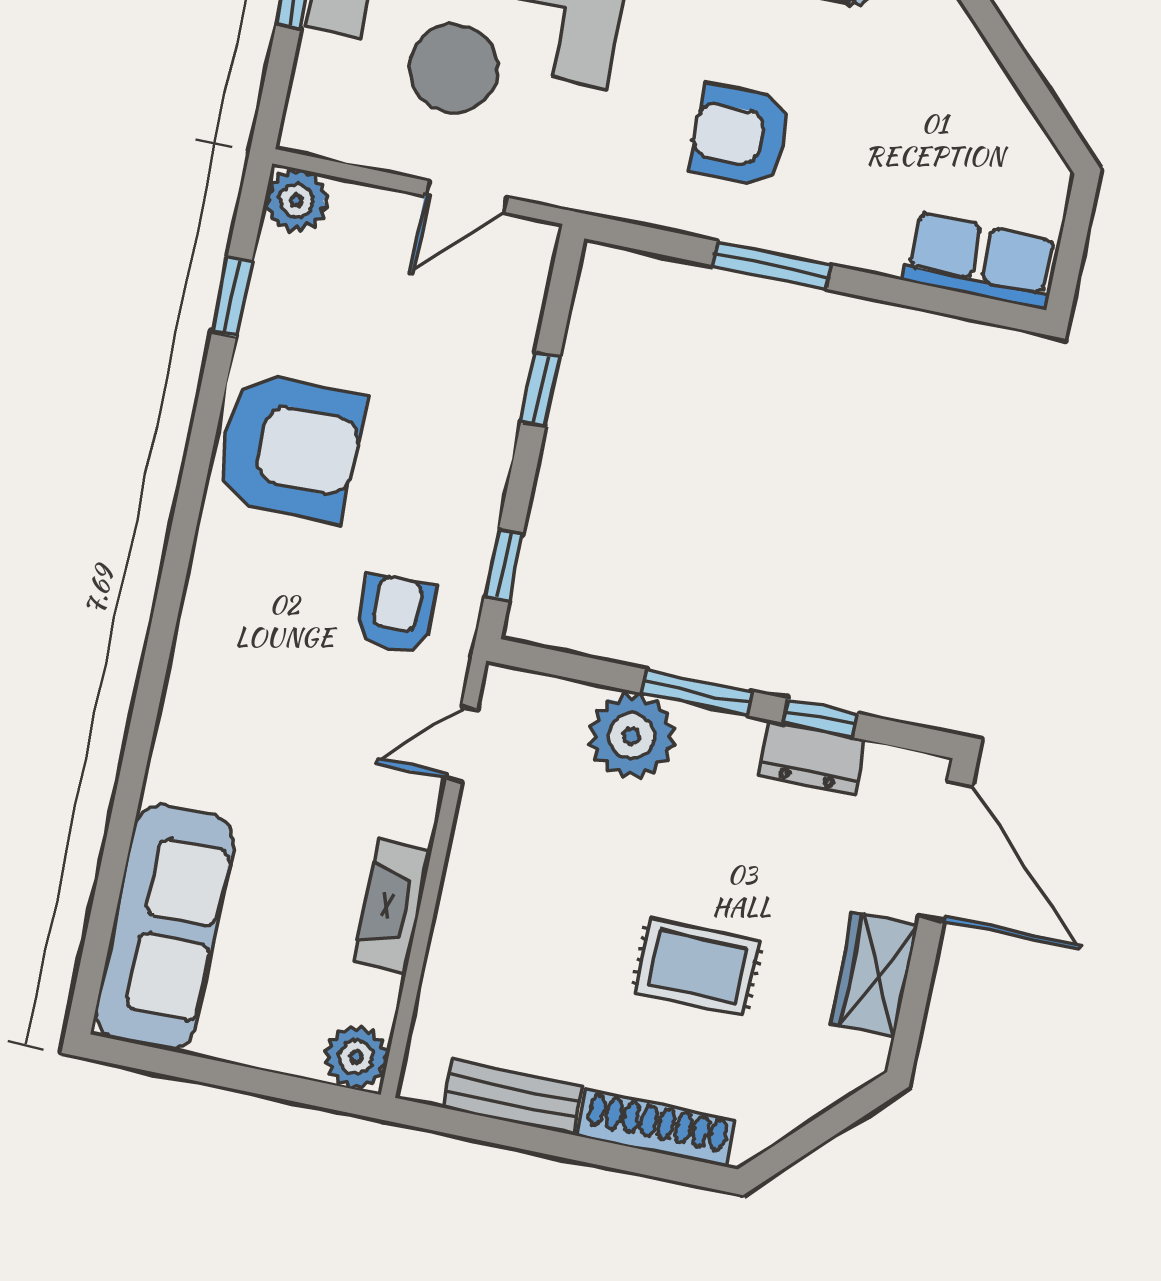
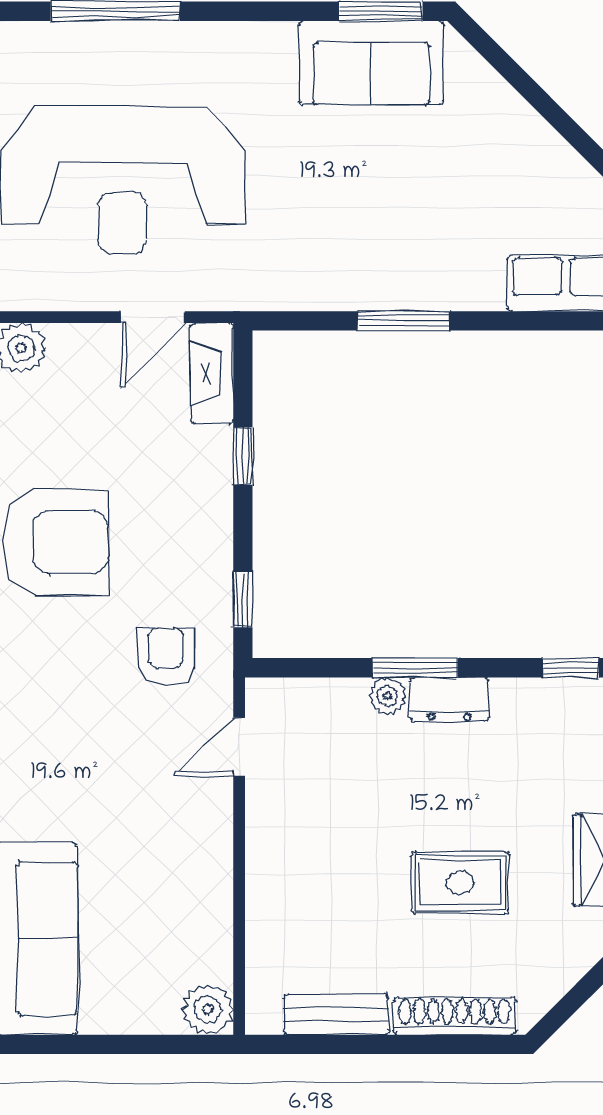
armchair: (740, 136) -> (358, 225), removed
window: (820, 718) -> (571, 668), moved
plant: (632, 736) -> (387, 696), width x0.53, depth x0.53
dresser: (811, 757) -> (449, 700), moved
fireplace: (393, 907) -> (212, 373), moved

